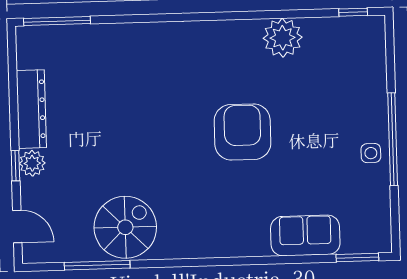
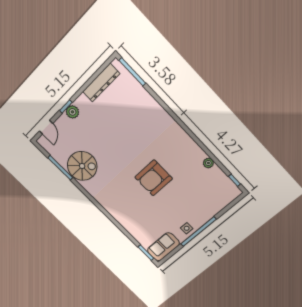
plant: (283, 38) -> (208, 163), width x0.53, depth x0.53
dresser: (31, 109) -> (101, 83), moved
armchair: (242, 132) -> (154, 178), turned 180
sofa: (305, 235) -> (163, 247), moved, turned -90

